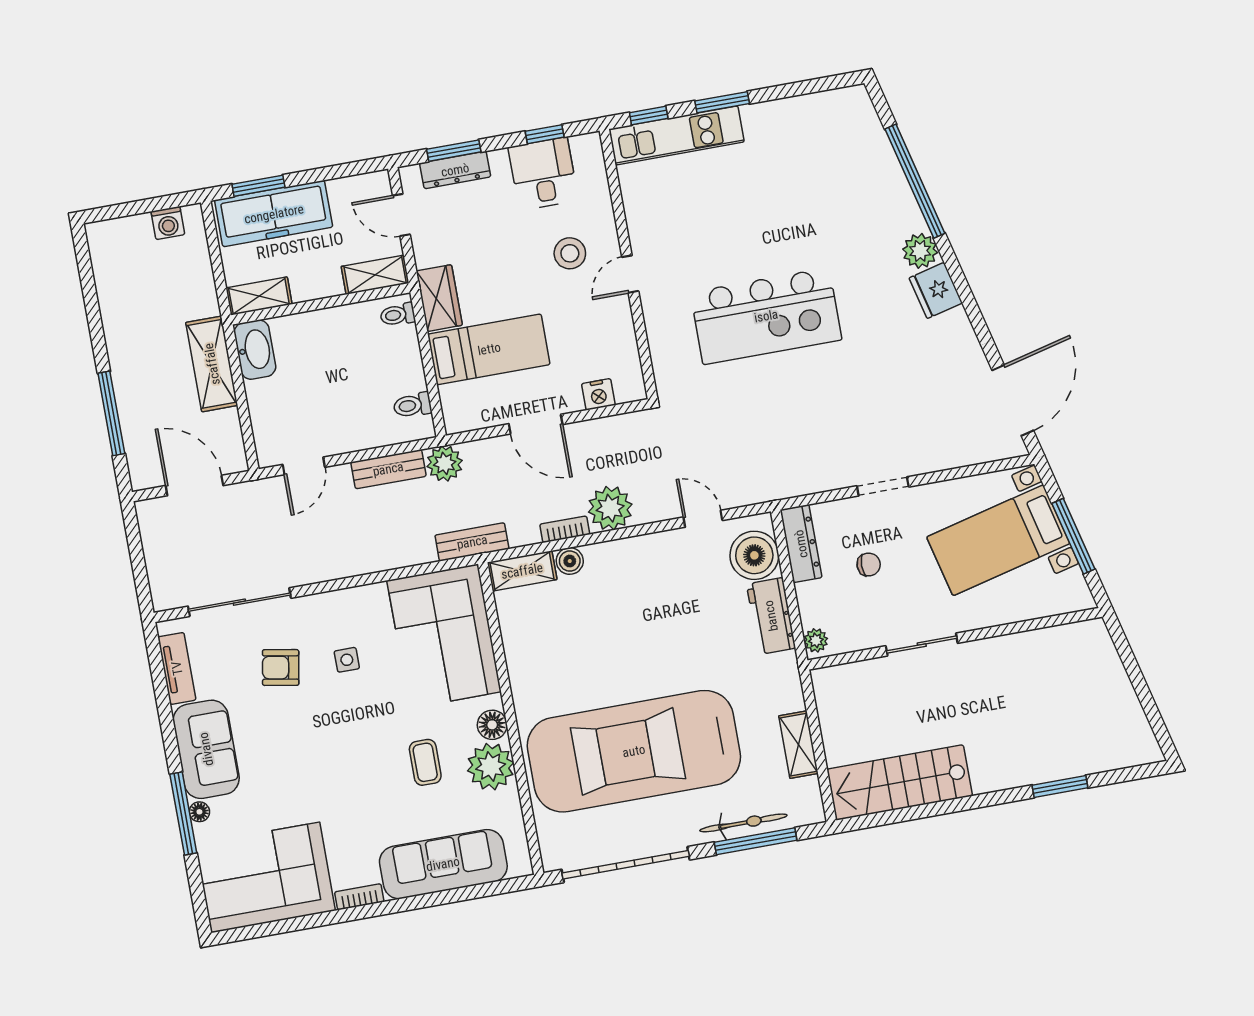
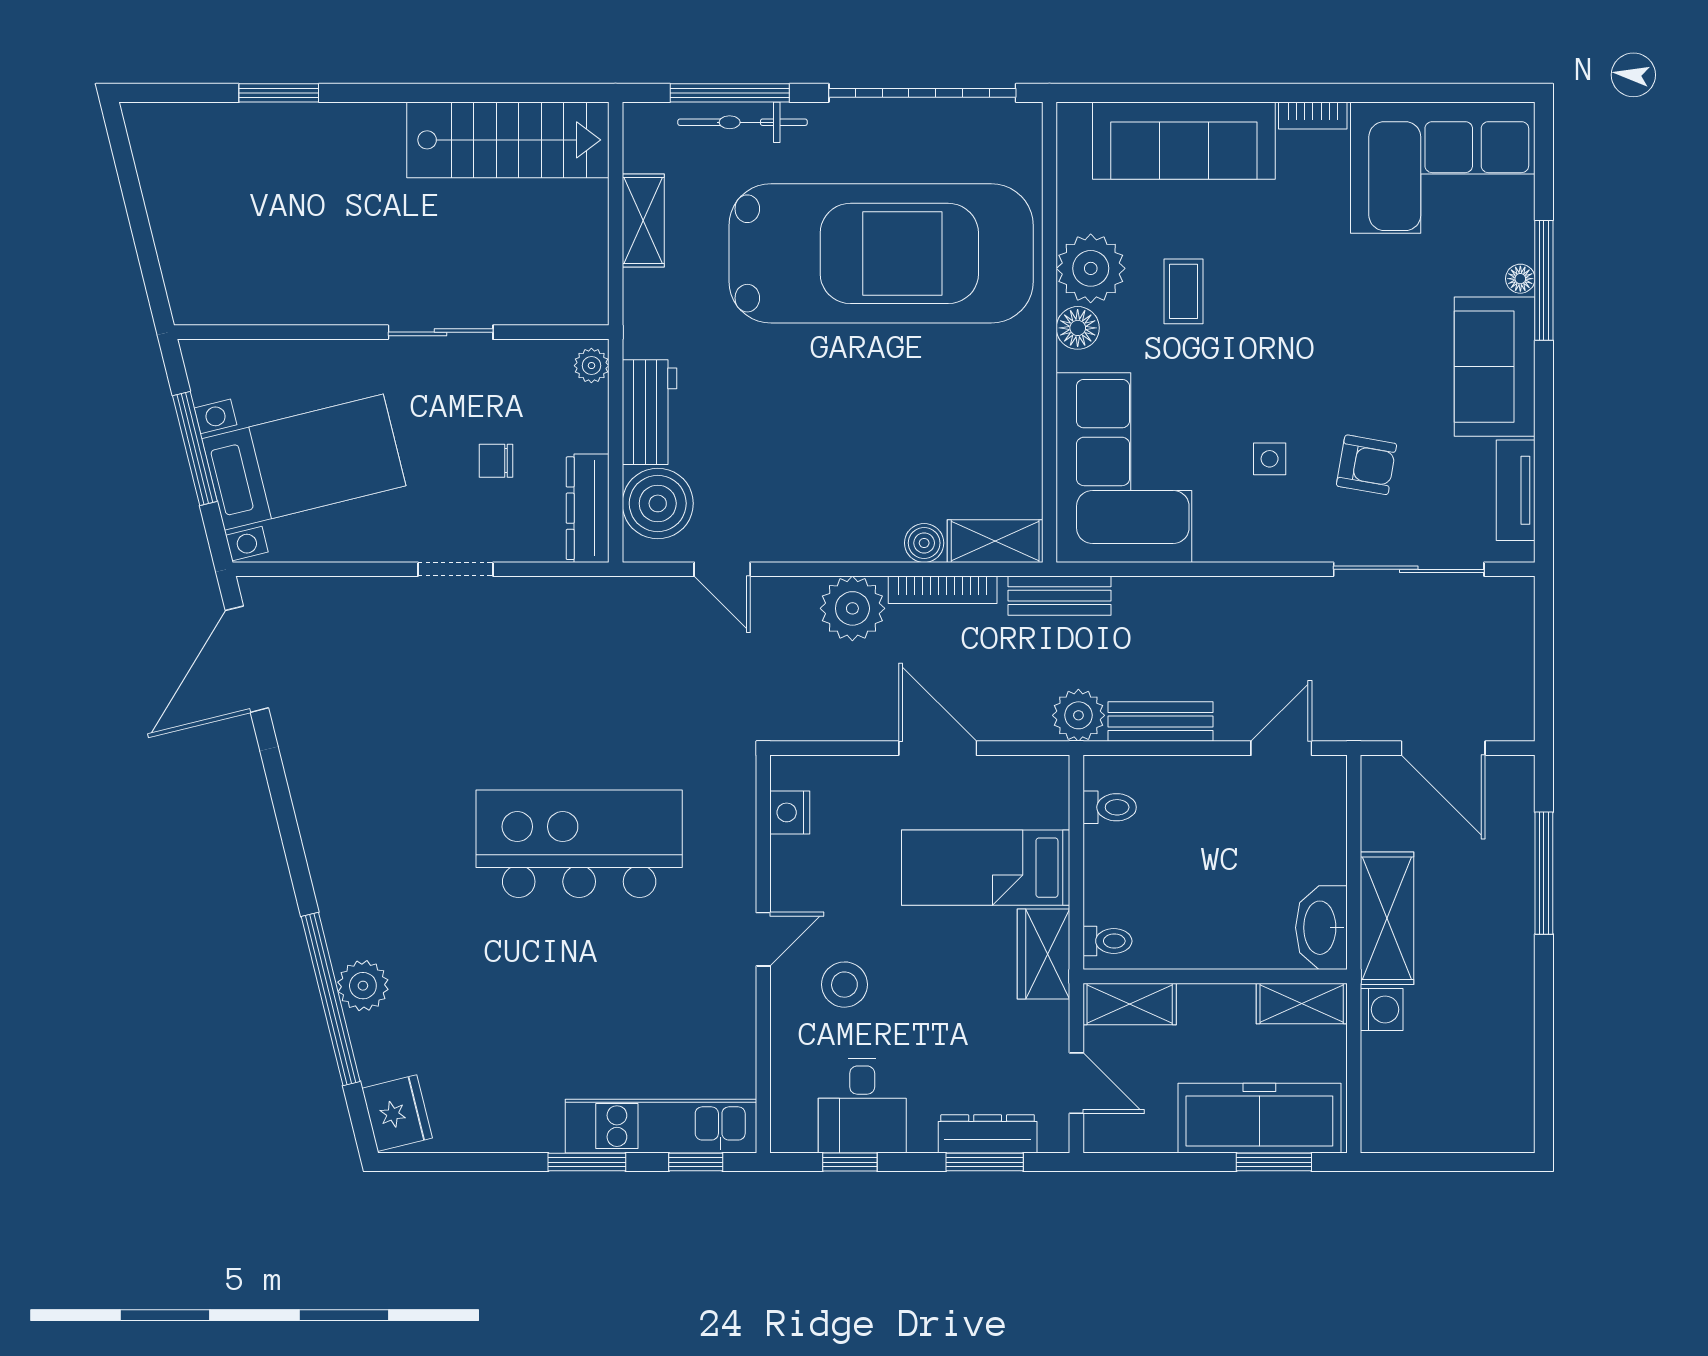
washing machine: (168, 223) -> (1382, 1009), moved, turned 90
plant: (920, 251) -> (363, 986), moved
fridge: (936, 290) -> (397, 1113), moved
nightstand: (598, 394) -> (790, 812), moved, turned -90
bookcase: (565, 529) -> (943, 590), width x1.56

